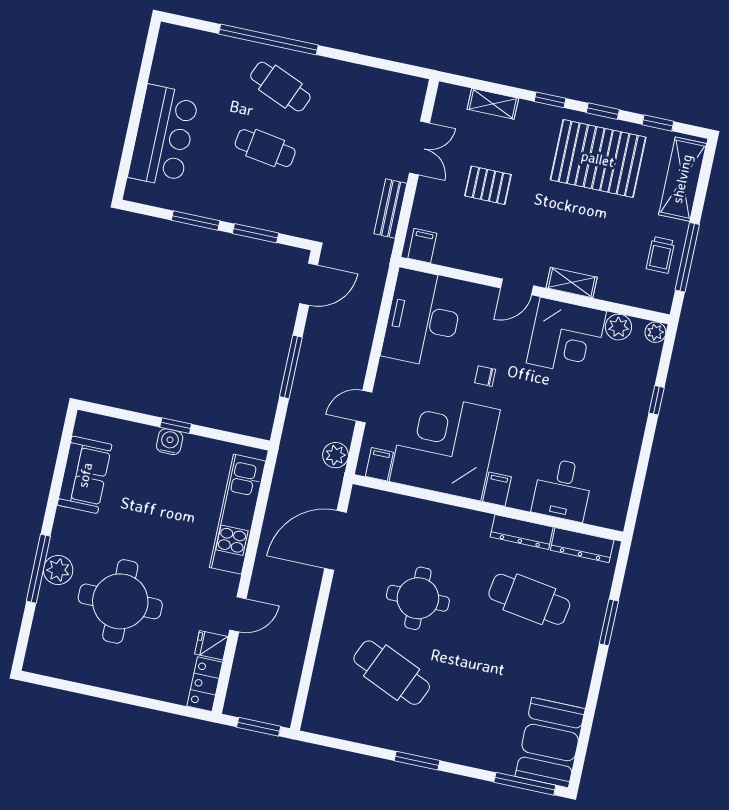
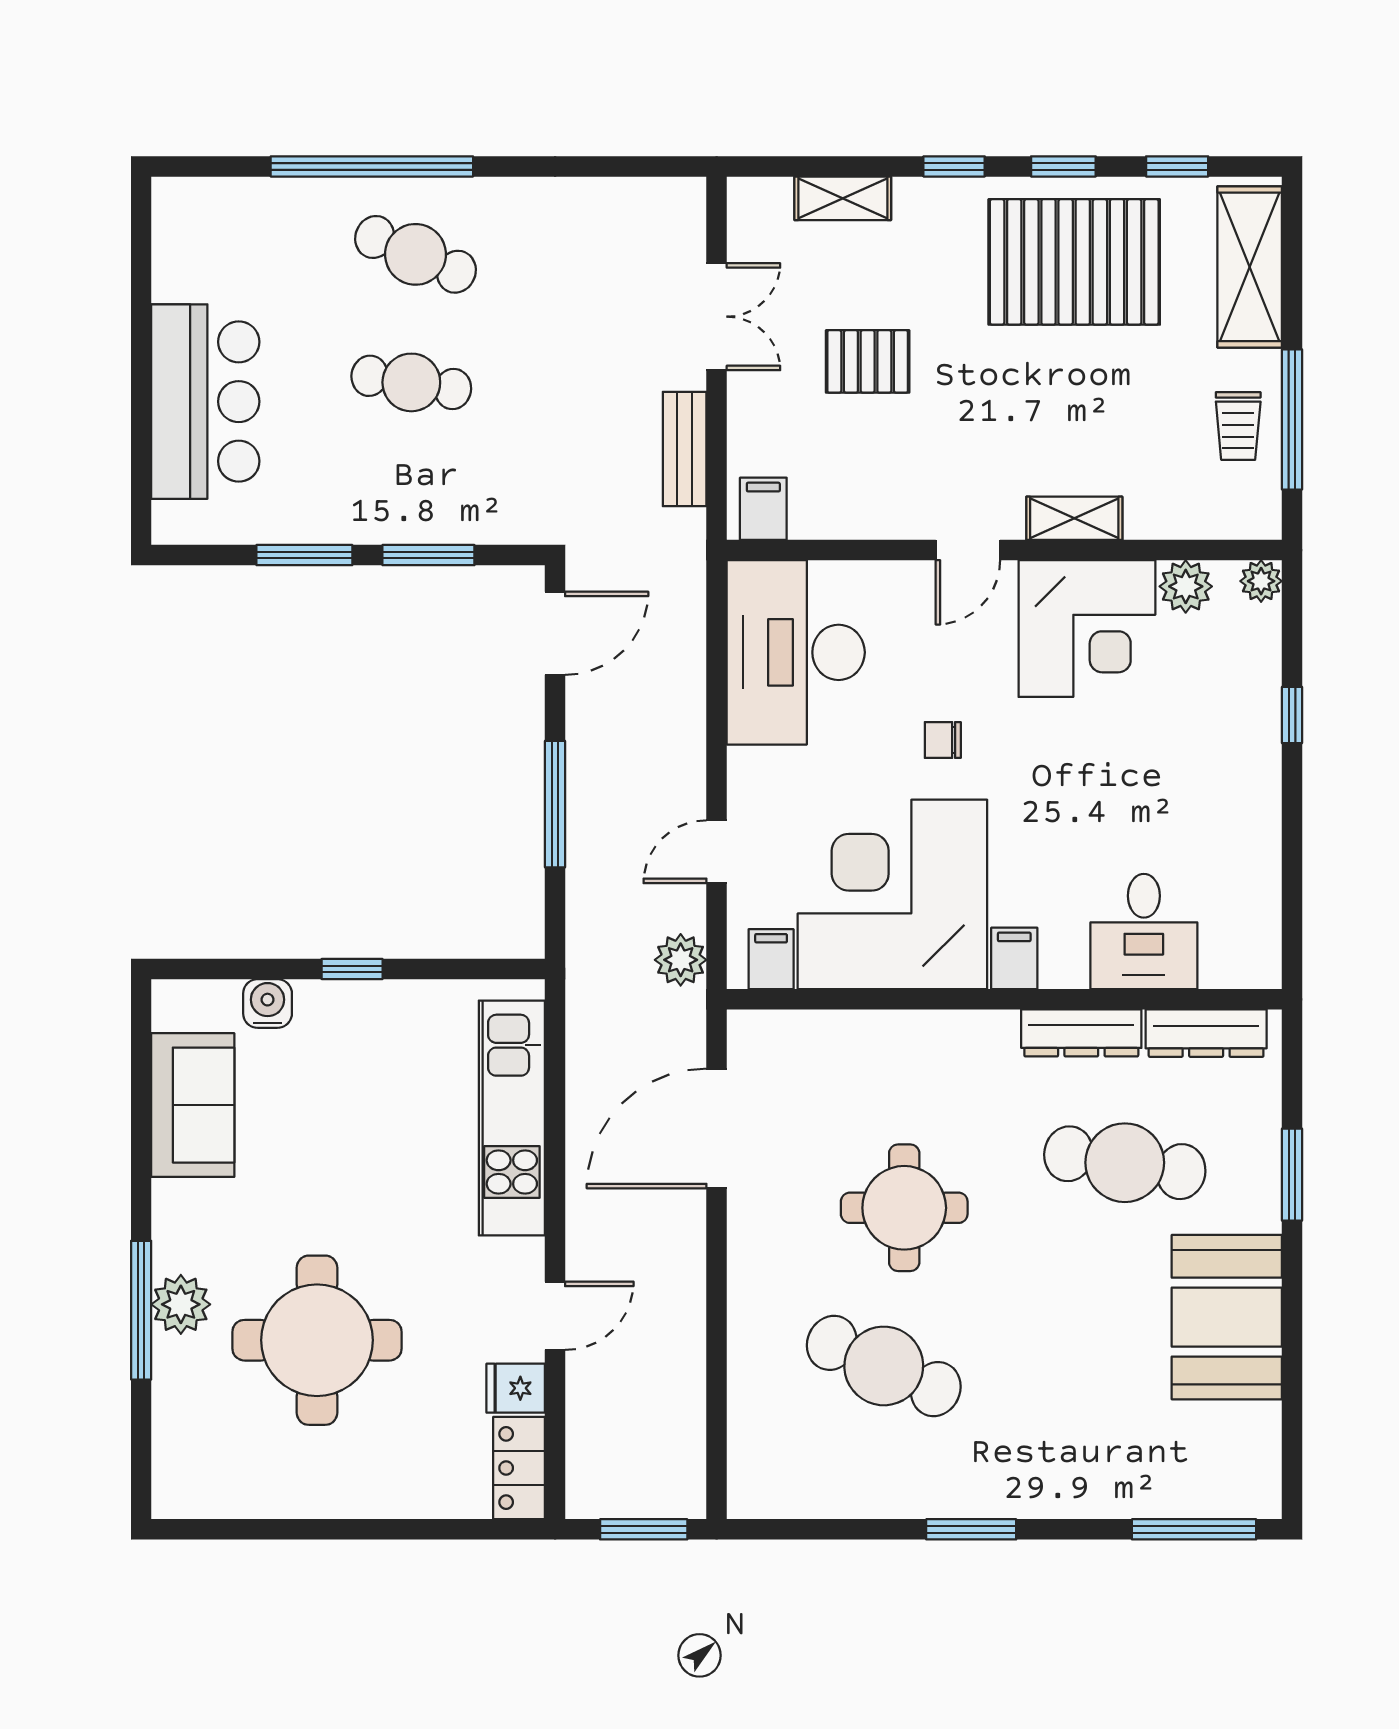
water cooler: (170, 442) -> (268, 1004), moved
booth: (550, 743) -> (1227, 1317), moved

